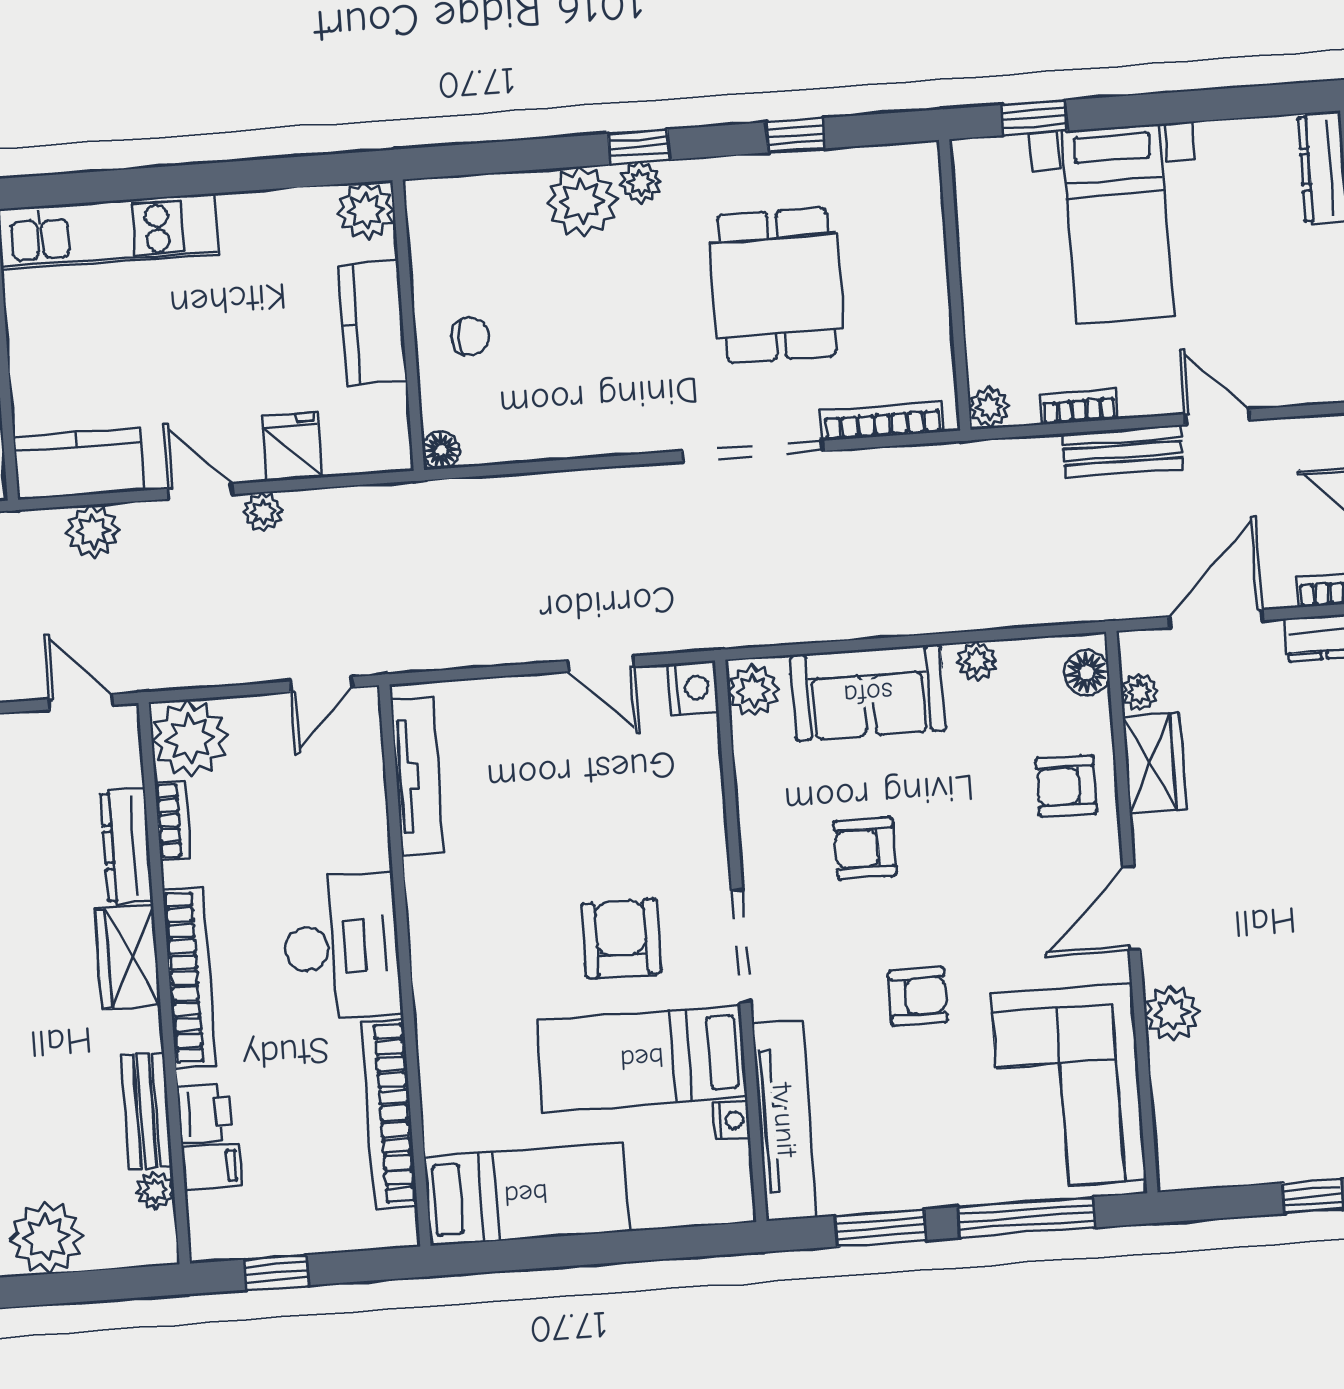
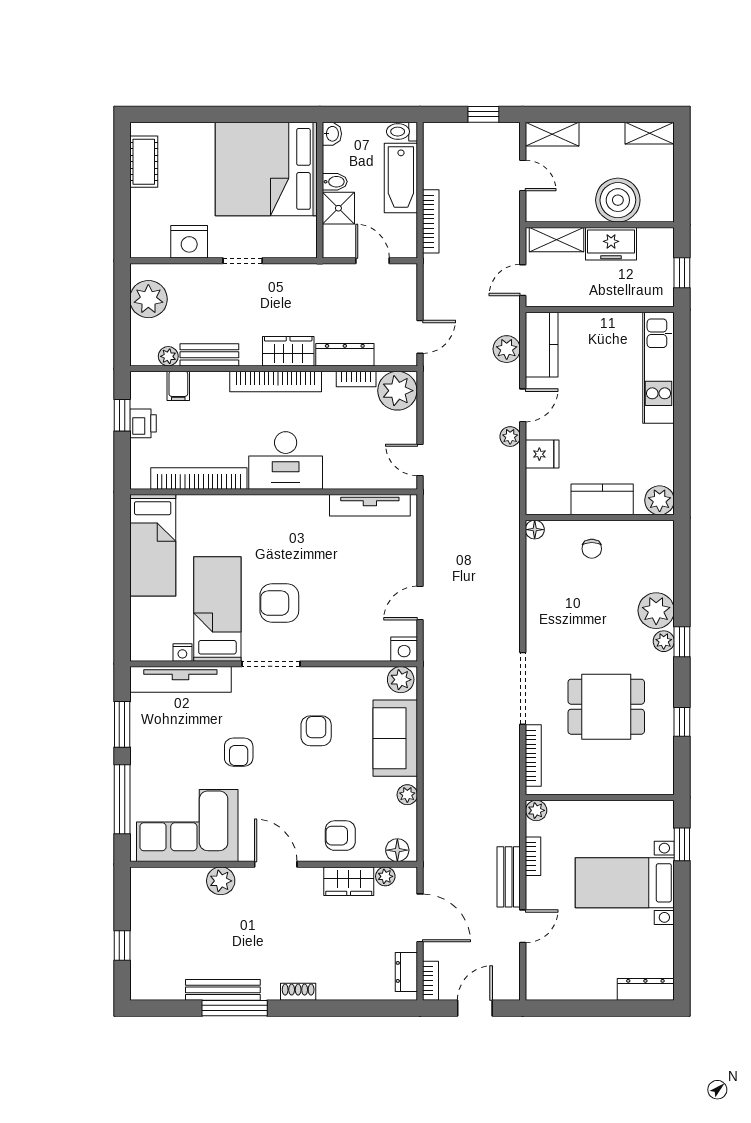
armchair: (1066, 786) -> (340, 836), turned -90
armchair: (621, 938) -> (279, 603), turned 180
printer: (205, 1113) -> (143, 423), moved, turned -90

